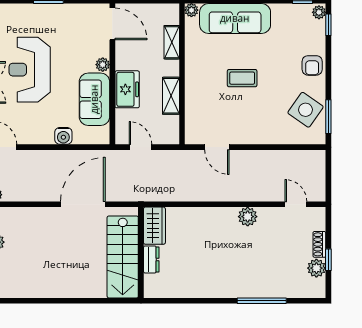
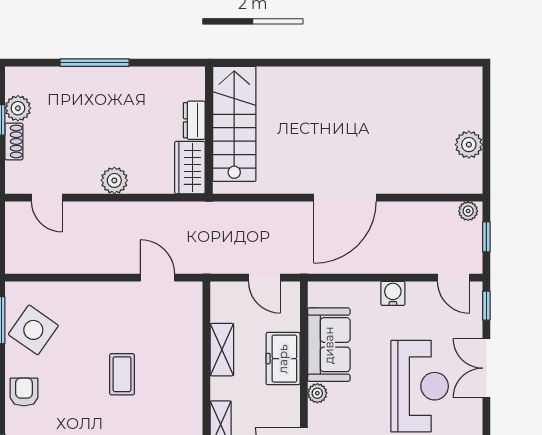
coffee table: (242, 78) -> (122, 374), turned 90
water cooler: (63, 136) -> (393, 293), moved
wardrobe: (154, 226) -> (190, 168), moved
wall: (141, 253) -> (209, 130), moved
stairs: (123, 257) -> (234, 124), moved
dresser: (151, 259) -> (194, 120), moved

